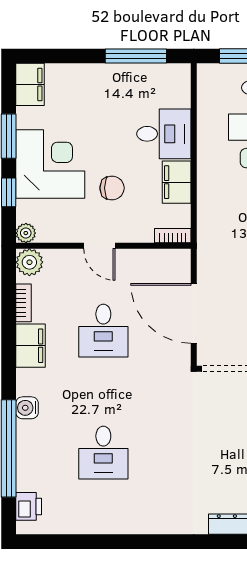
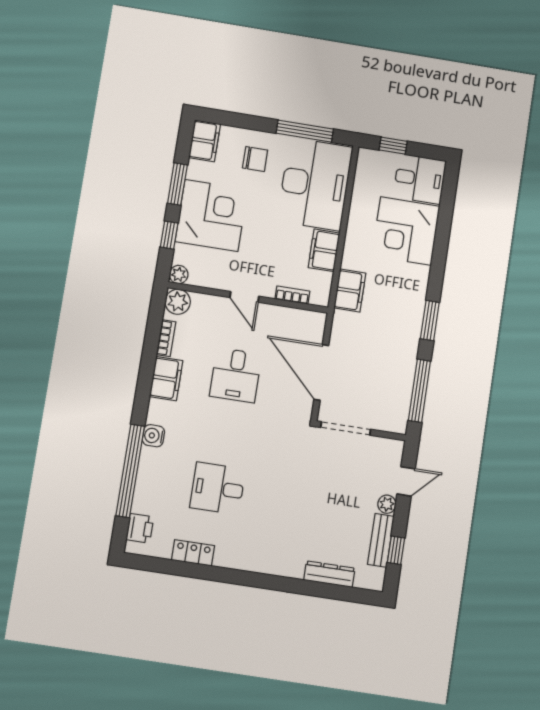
desk: (164, 134) -> (315, 184), width x1.87, depth x1.30
chair: (112, 188) -> (255, 159), moved
filing cabinet: (211, 221) -> (350, 291), added
bookcase: (173, 236) -> (292, 295), moved
desk: (103, 453) -> (218, 488), turned 90
locker: (88, 524) -> (193, 553), added

